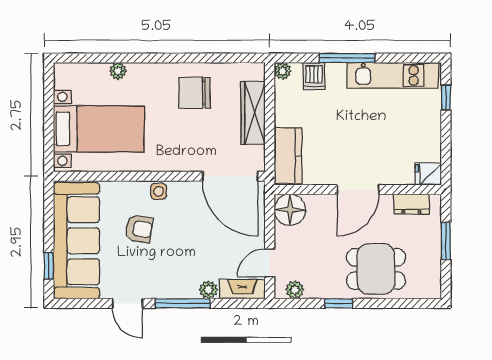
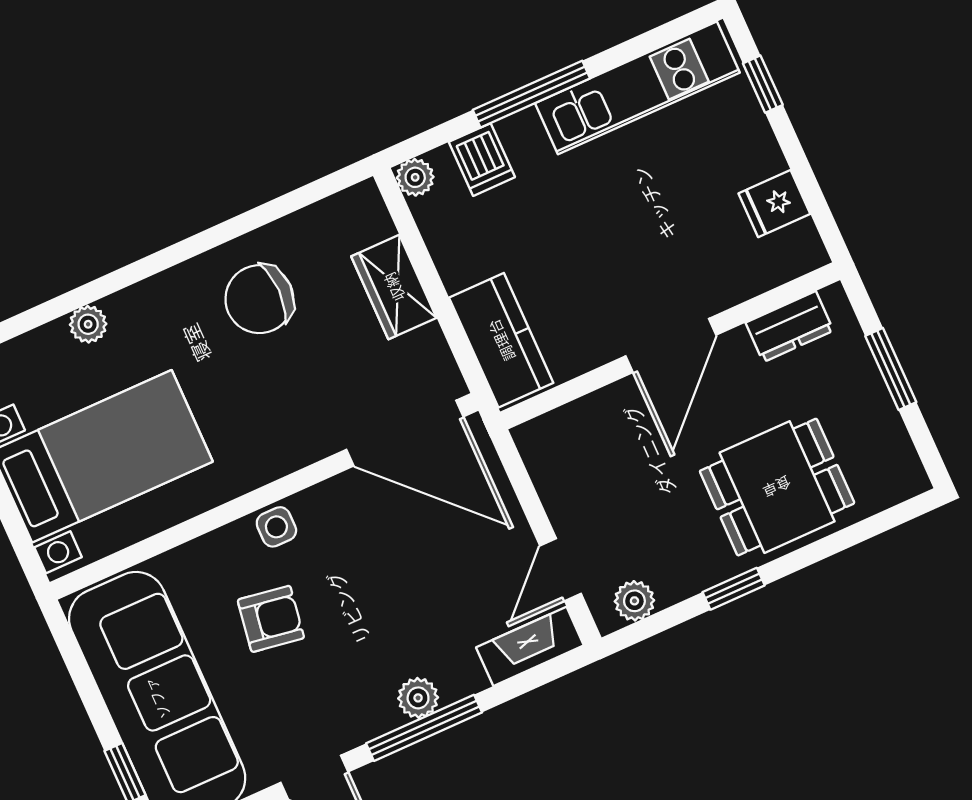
wardrobe: (253, 113) -> (394, 287), width x0.67
fridge: (428, 174) -> (774, 204), moved
floor lamp: (290, 210) -> (553, 447), removed
plant: (209, 290) -> (418, 698), moved

